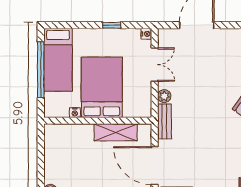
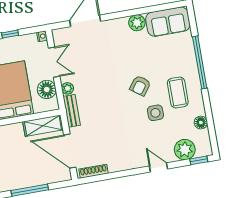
floor lamp: (141, 93) -> (47, 89), added
shelving: (116, 132) -> (43, 126), moved

